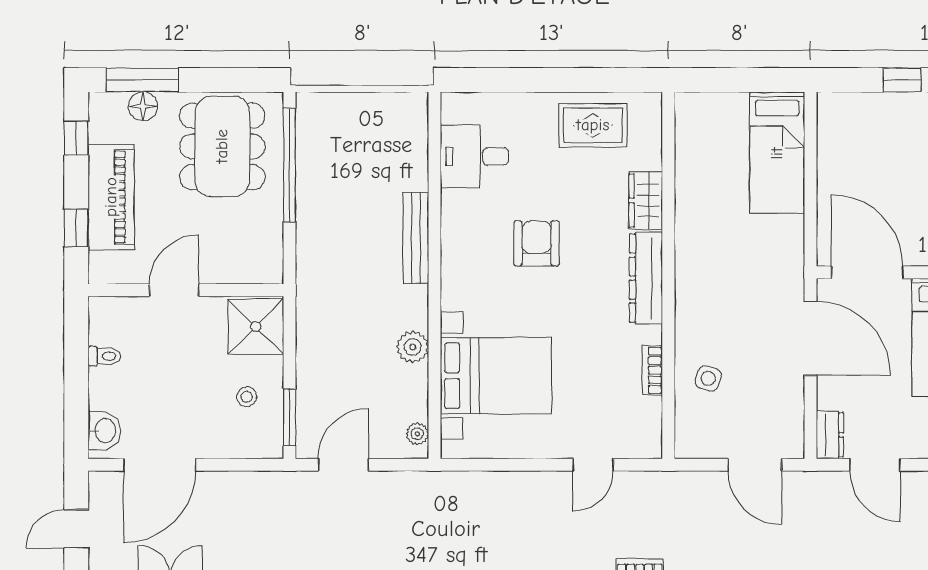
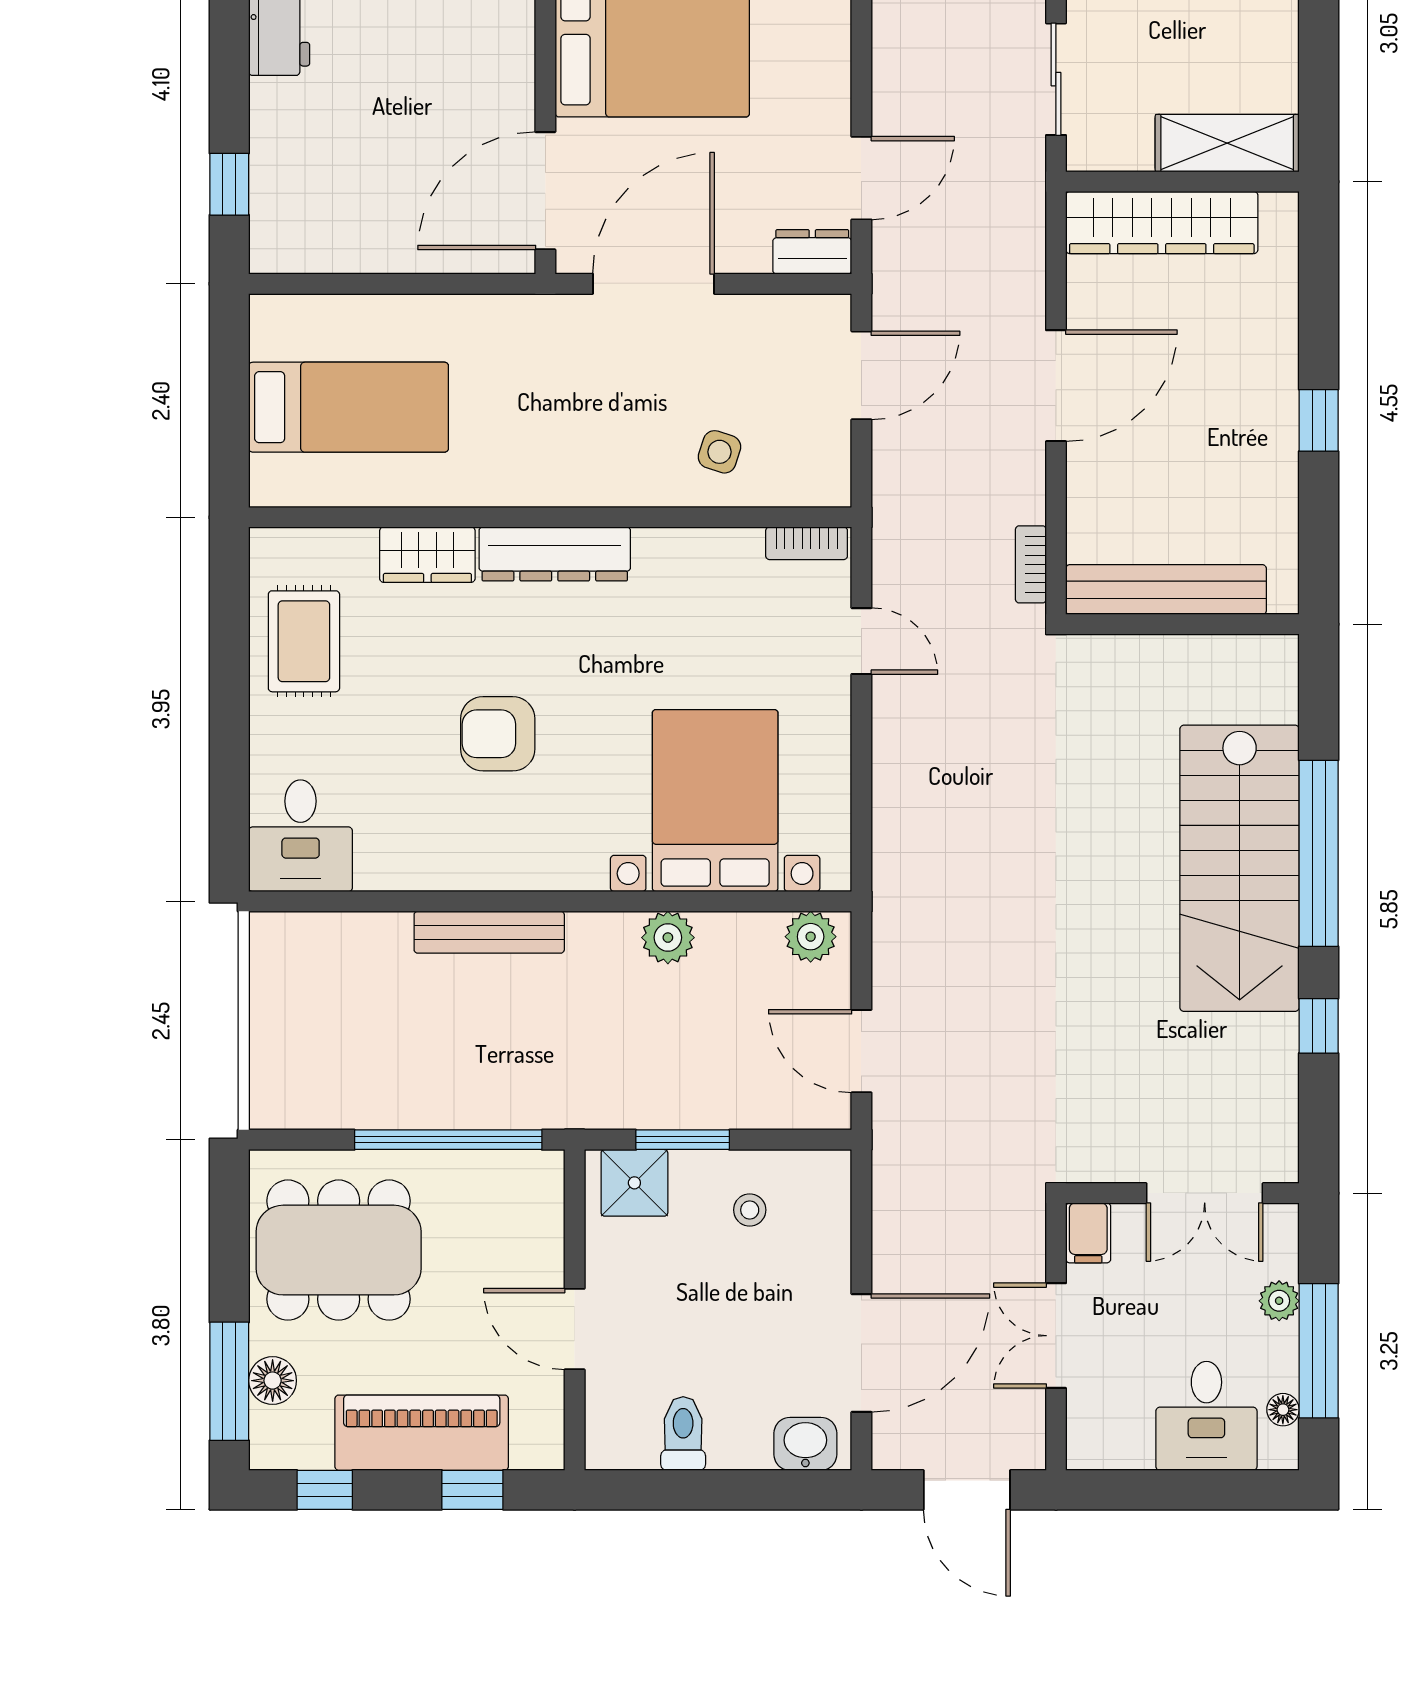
window: (902, 80) -> (229, 184), moved
bed: (777, 153) -> (349, 407), moved
desk: (474, 156) -> (301, 836), moved
window: (289, 165) -> (448, 1140), moved
shower: (256, 327) -> (634, 1183), width x0.73, depth x0.73
toilet: (104, 356) -> (683, 1434), width x1.37, depth x1.39
bookcase: (653, 370) -> (807, 543), moved
window: (289, 417) -> (683, 1140), moved
plant: (417, 434) -> (811, 937), width x1.38, depth x1.38
door: (160, 465) -> (861, 1353), hinge flipped
door: (76, 529) -> (967, 1490), width x1.38

